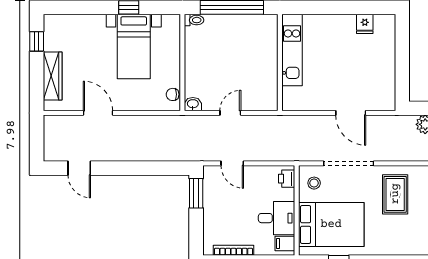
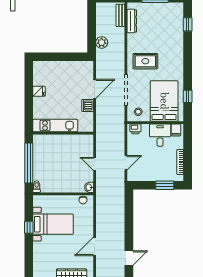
fridge: (365, 24) -> (39, 91), moved
dishwasher: (324, 102) -> (88, 106), added
window: (196, 193) -> (165, 185), moved

